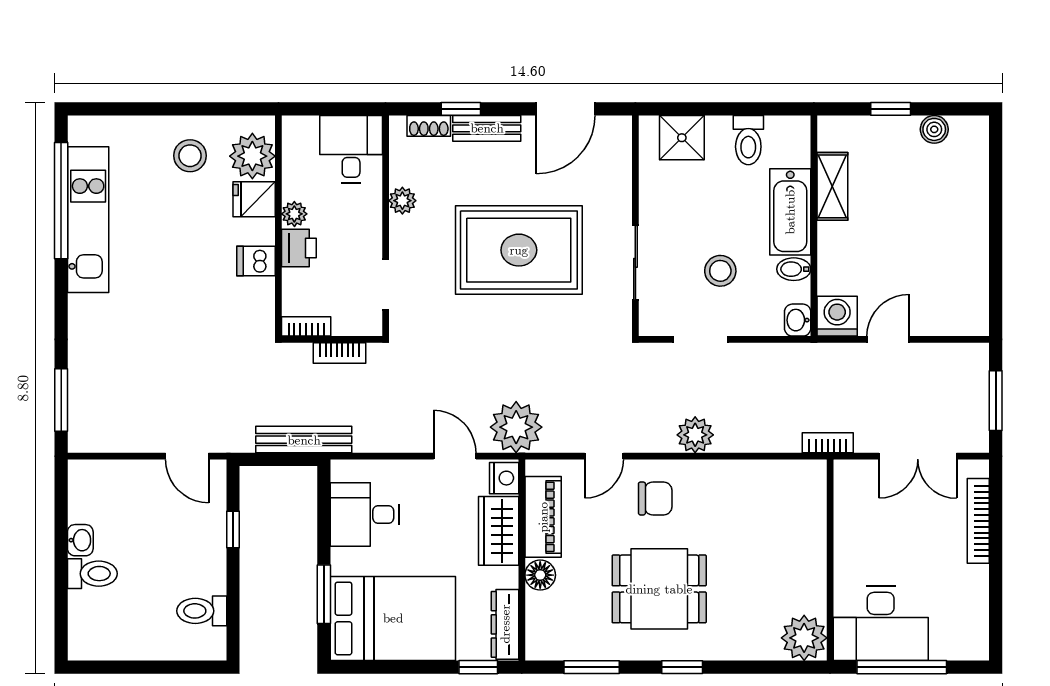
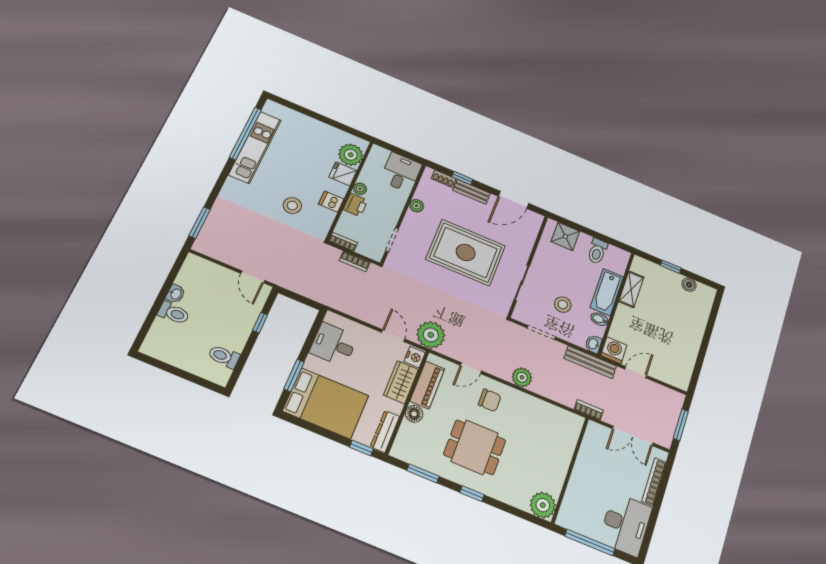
stool: (190, 156) -> (292, 206), moved
bench: (304, 440) -> (590, 362), moved
desk: (881, 623) -> (626, 525), moved, turned -90

